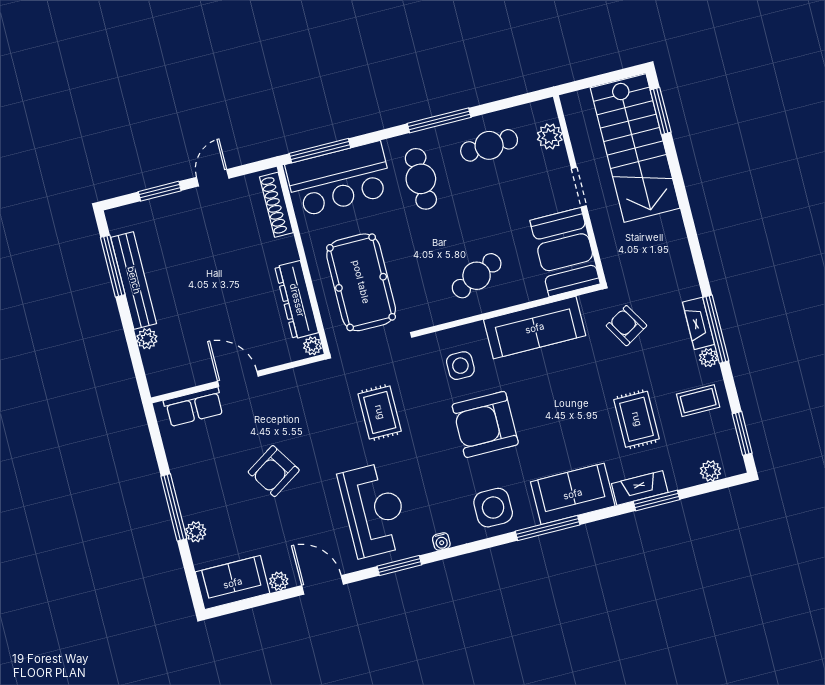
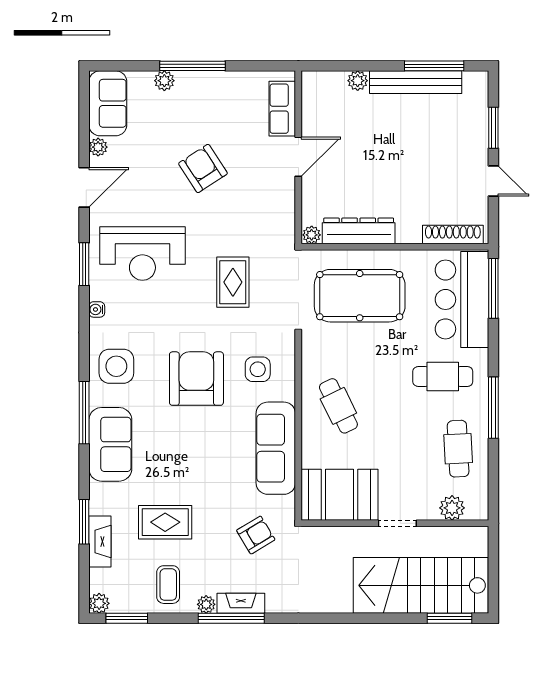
rug: (380, 412) -> (233, 282), turned 90
plant: (710, 471) -> (99, 603), moved
fireplace: (640, 488) -> (100, 542), moved

